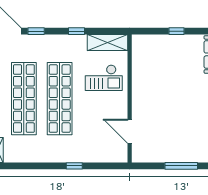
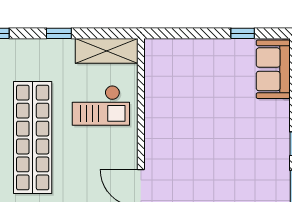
window: (177, 31) -> (243, 33), moved

